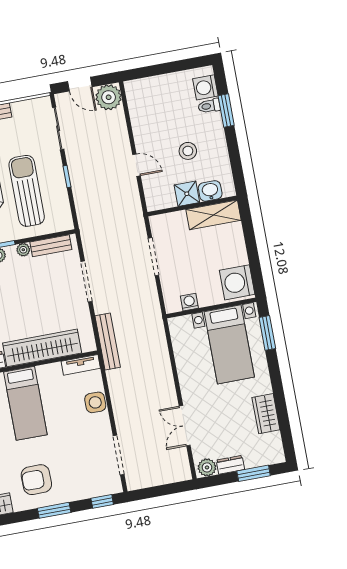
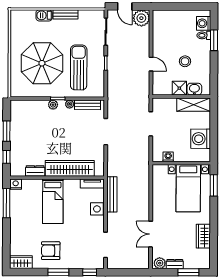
washing machine: (237, 282) -> (201, 139), moved
bench: (108, 342) -> (112, 194), moved

